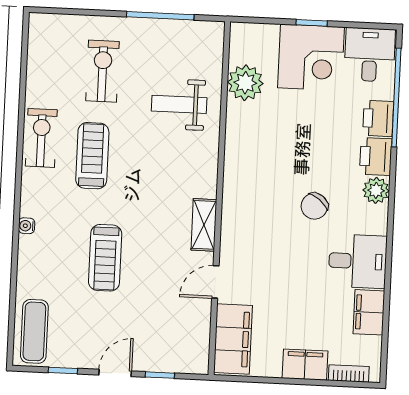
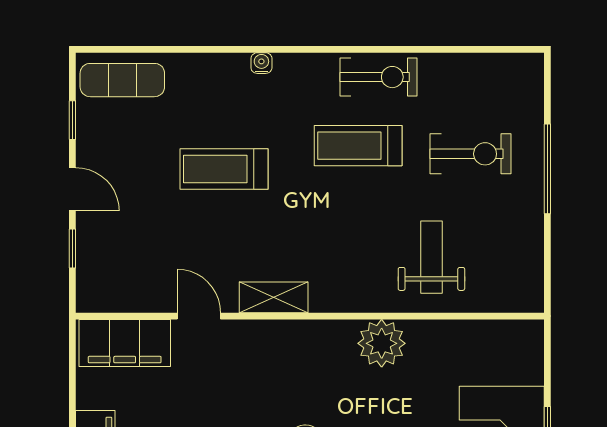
window: (160, 16) -> (547, 169), moved
plant: (245, 83) -> (382, 343), moved
treadmill: (92, 156) -> (358, 146), turned 180

